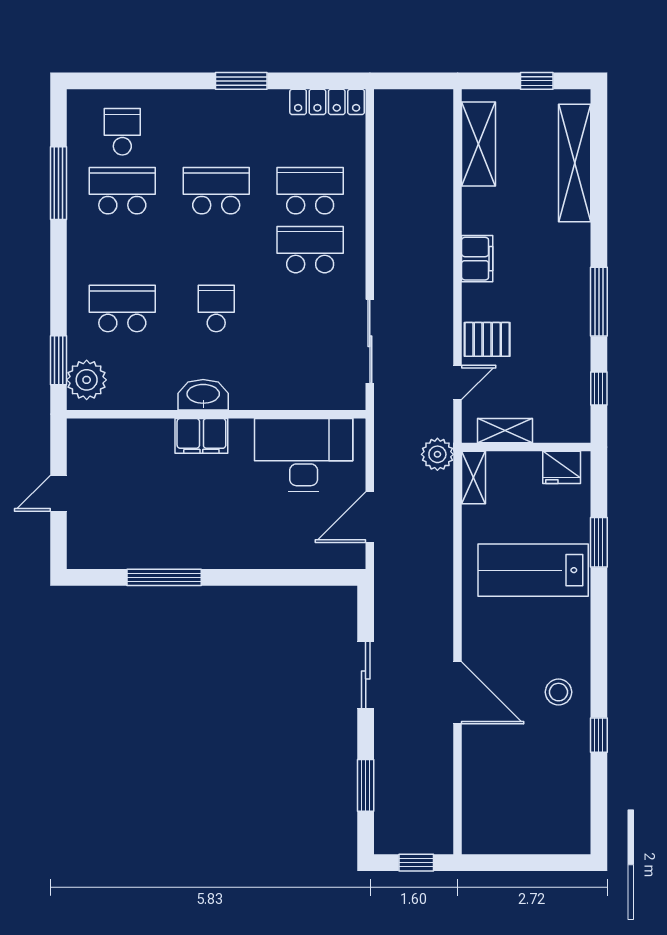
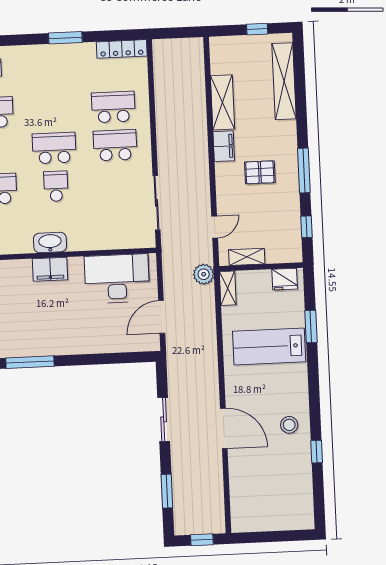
shelving: (479, 144) -> (223, 102), moved
school desk: (216, 191) -> (54, 148), moved
pallet: (487, 339) -> (260, 172), moved

